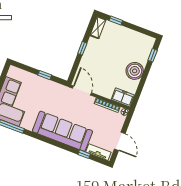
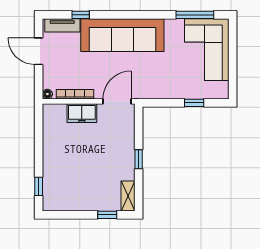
boiler: (135, 71) -> (55, 156), removed
window: (45, 75) -> (194, 103), moved
door: (82, 90) -> (117, 101), swing flipped
freezer: (123, 97) -> (82, 113), moved

